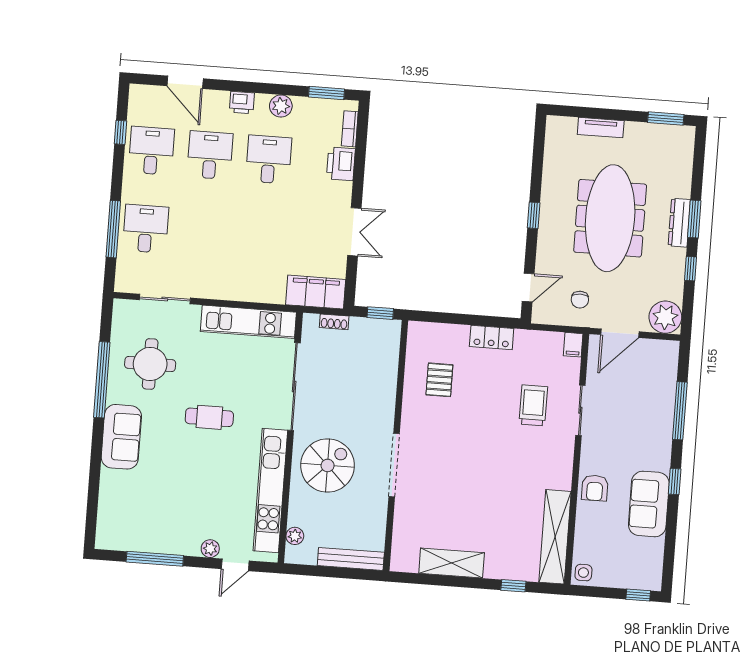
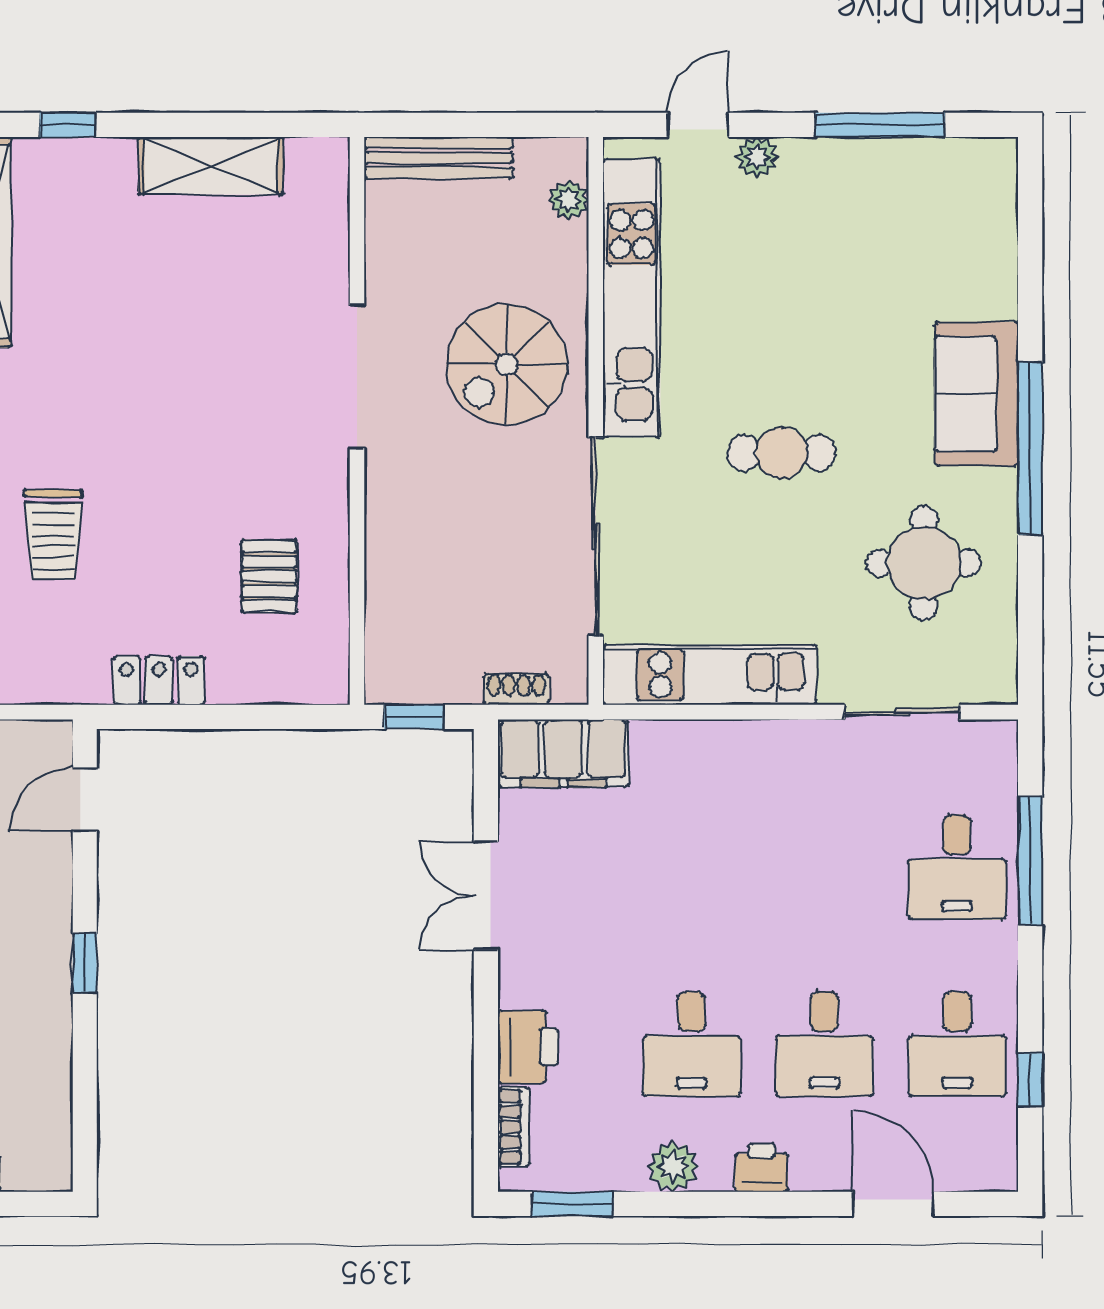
window: (102, 380) -> (1030, 448), moved

